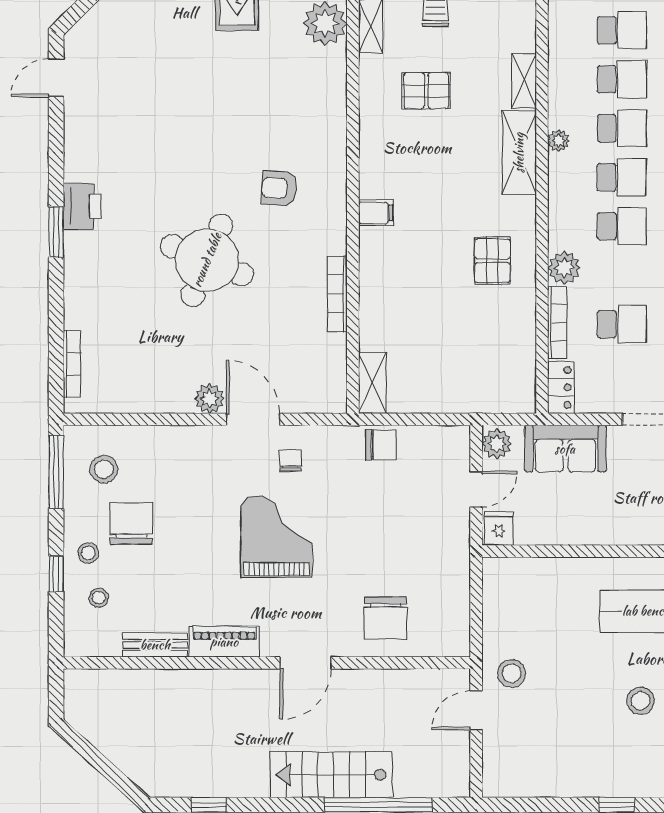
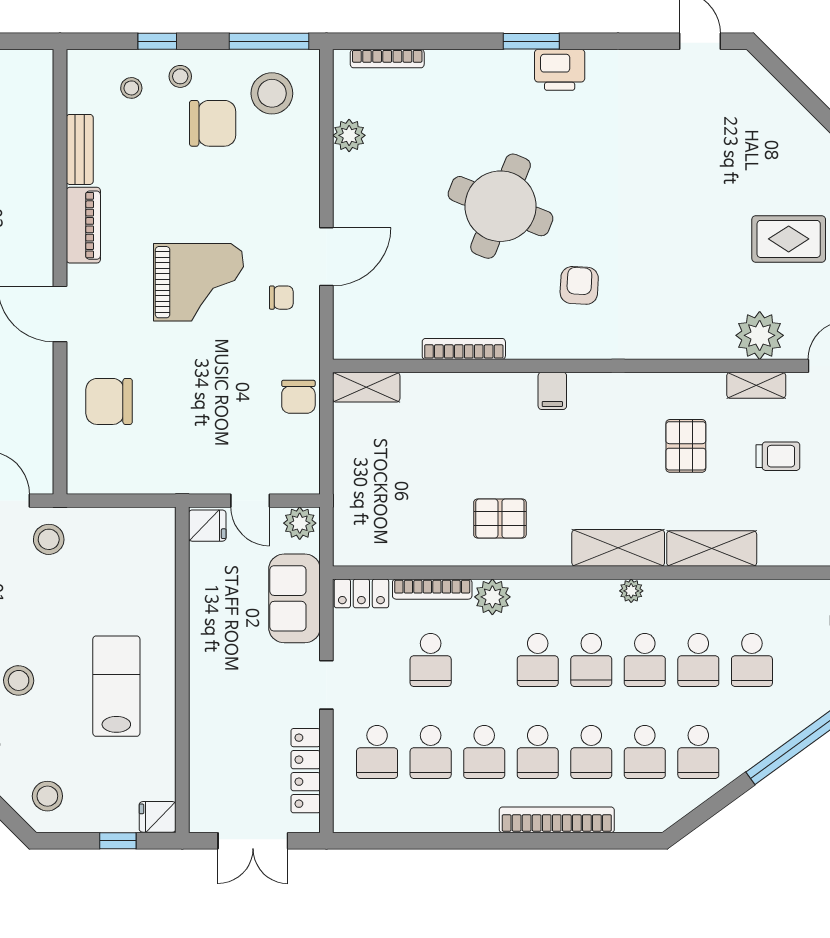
shelving: (524, 81) -> (712, 548), width x1.50, depth x1.33
plant: (210, 399) -> (349, 135), moved
stool: (104, 469) -> (272, 93), width x1.38, depth x1.38

